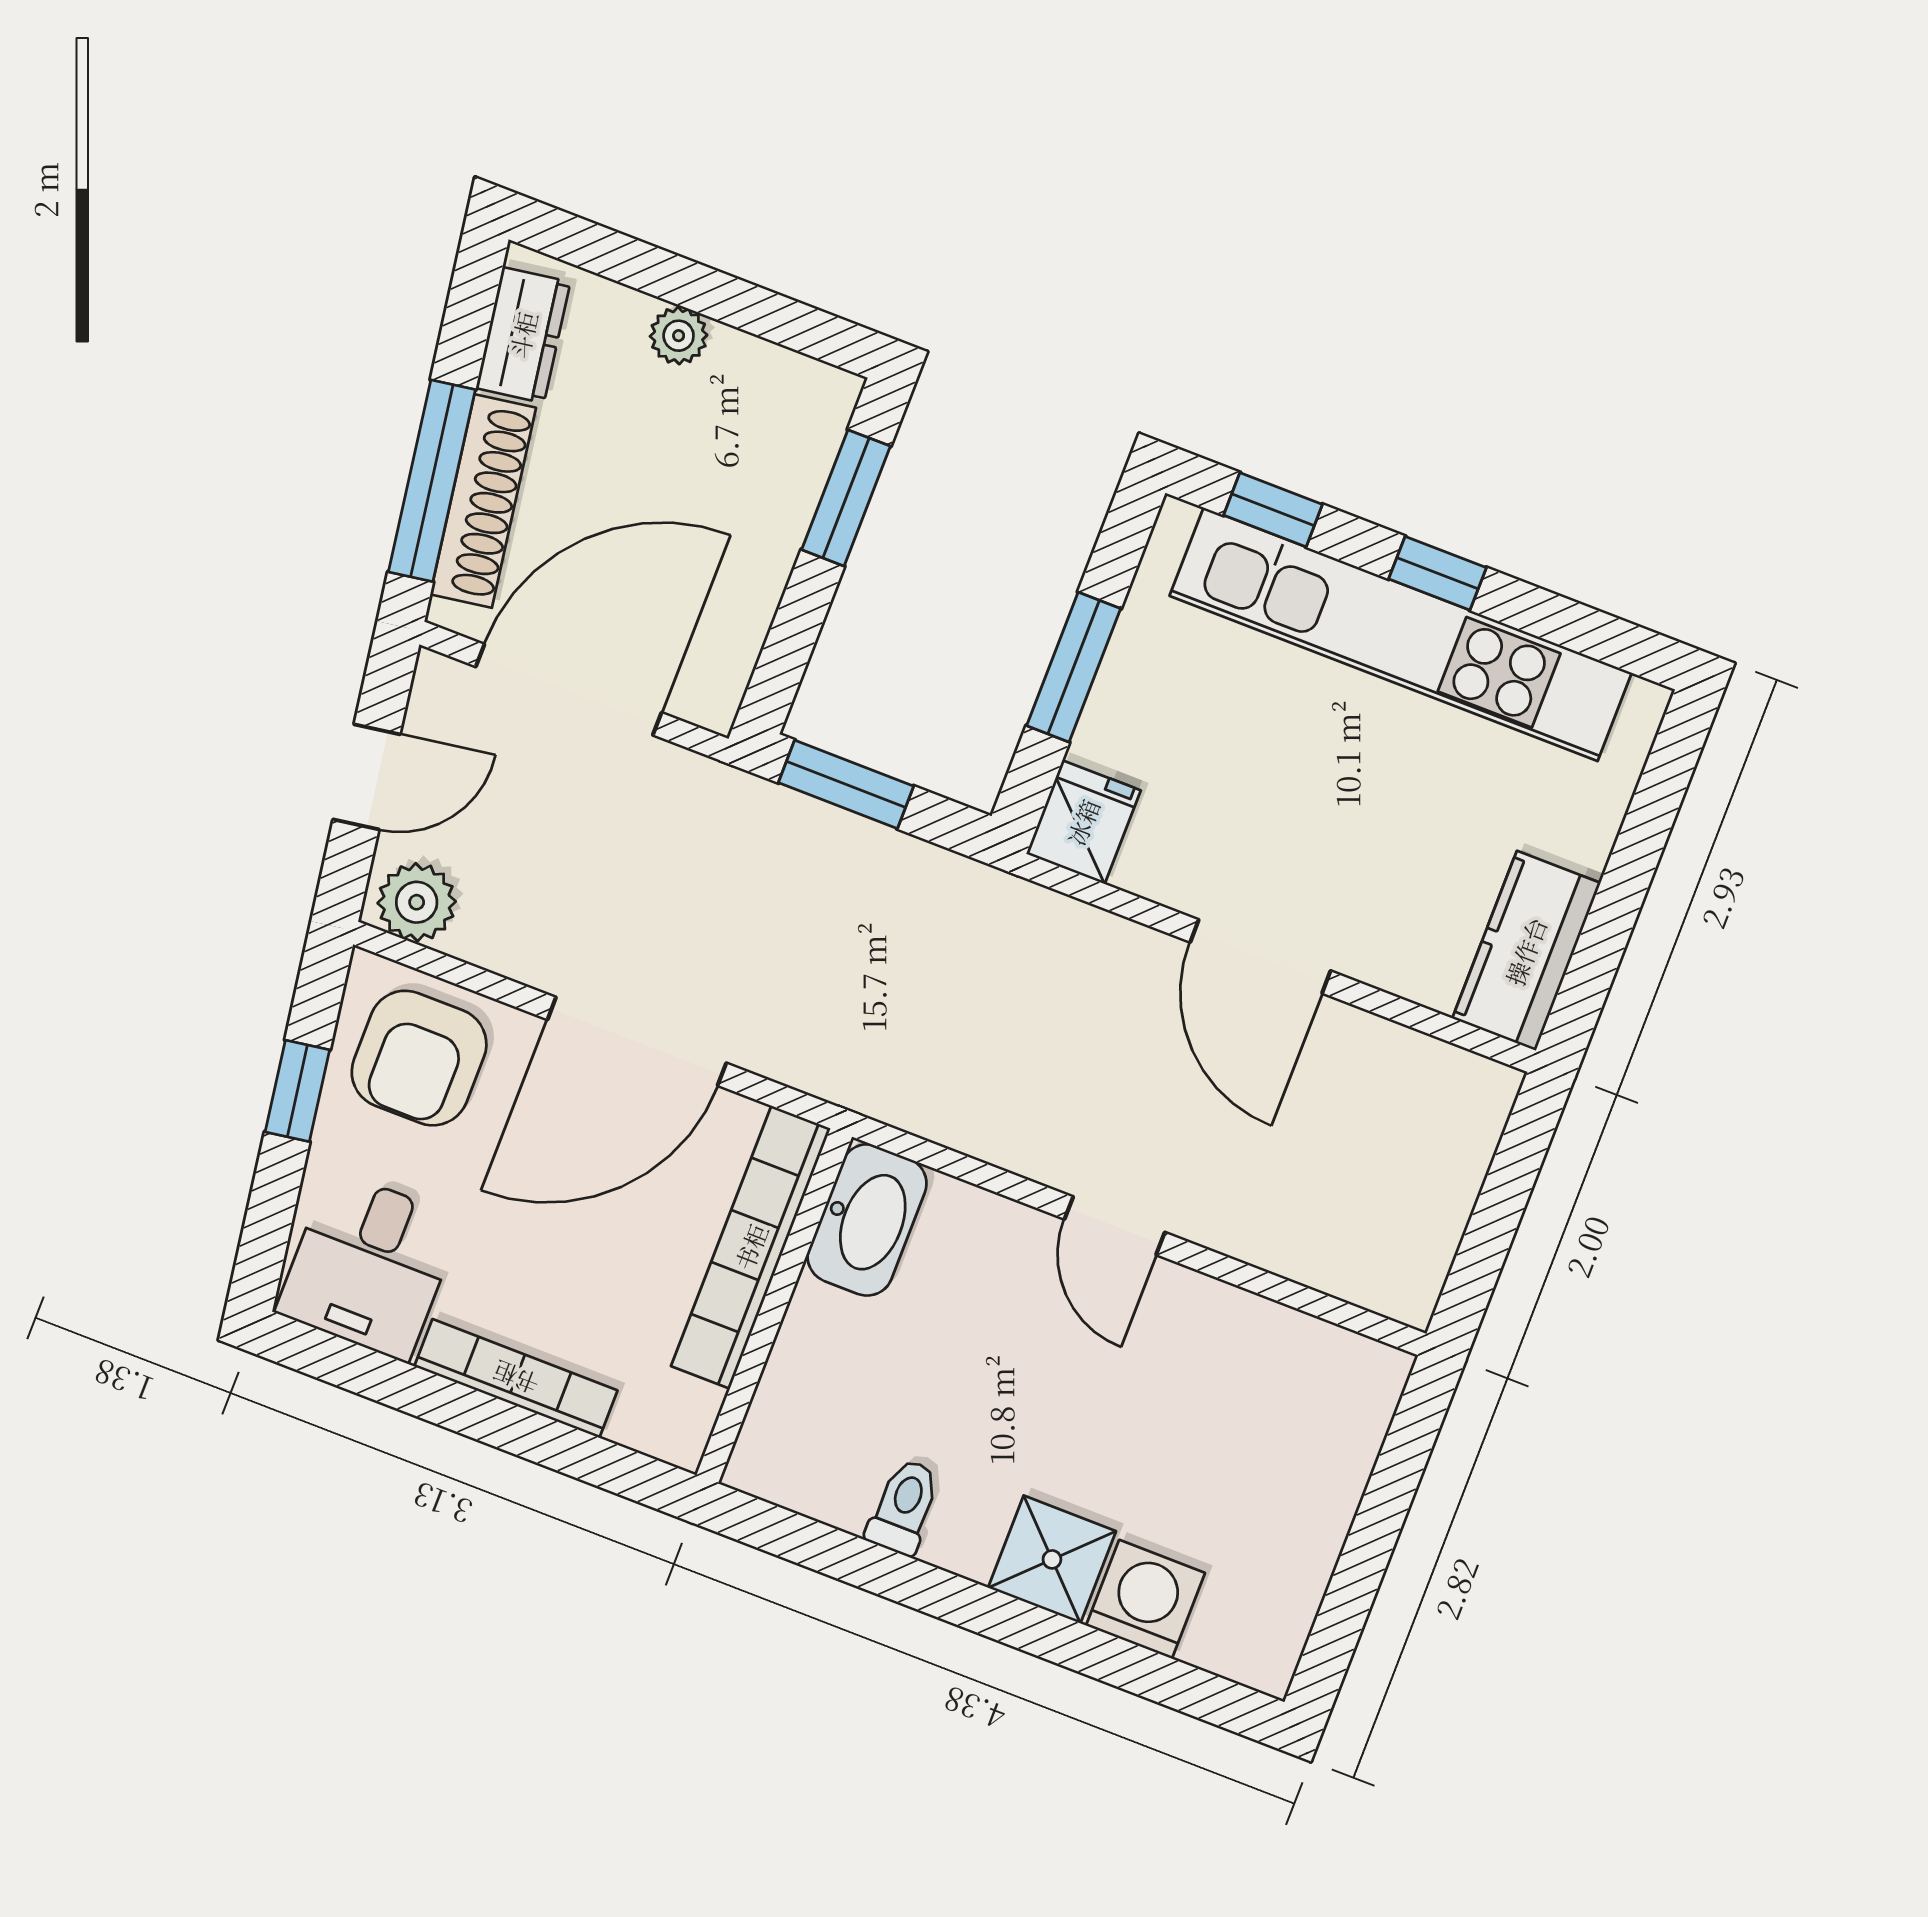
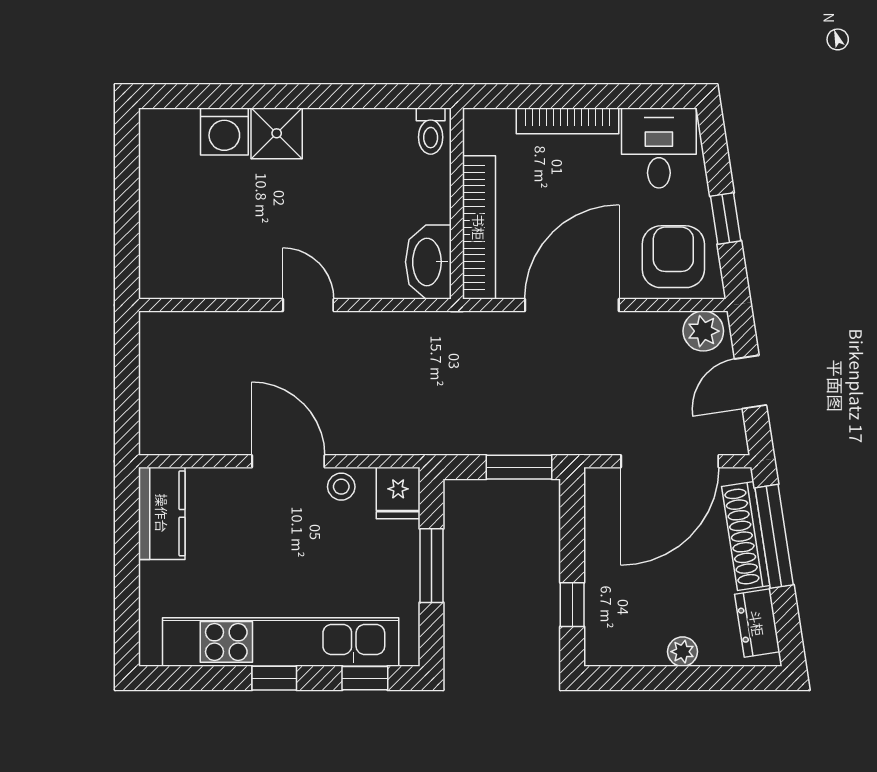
window: (846, 498) -> (572, 605), width x0.67
stool: (1182, 873) -> (341, 487), added
toilet: (904, 1507) -> (431, 131), moved

